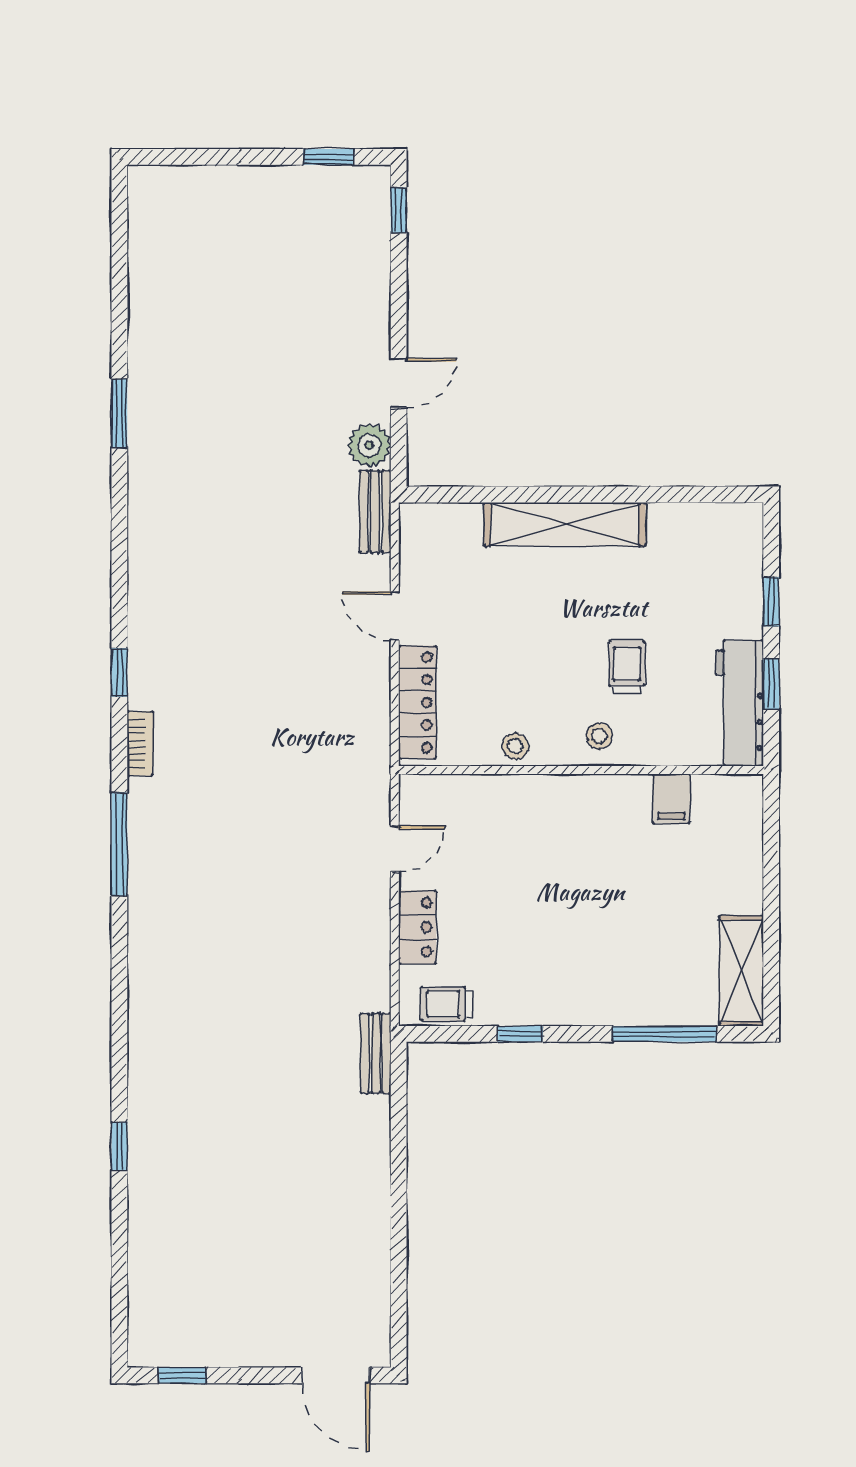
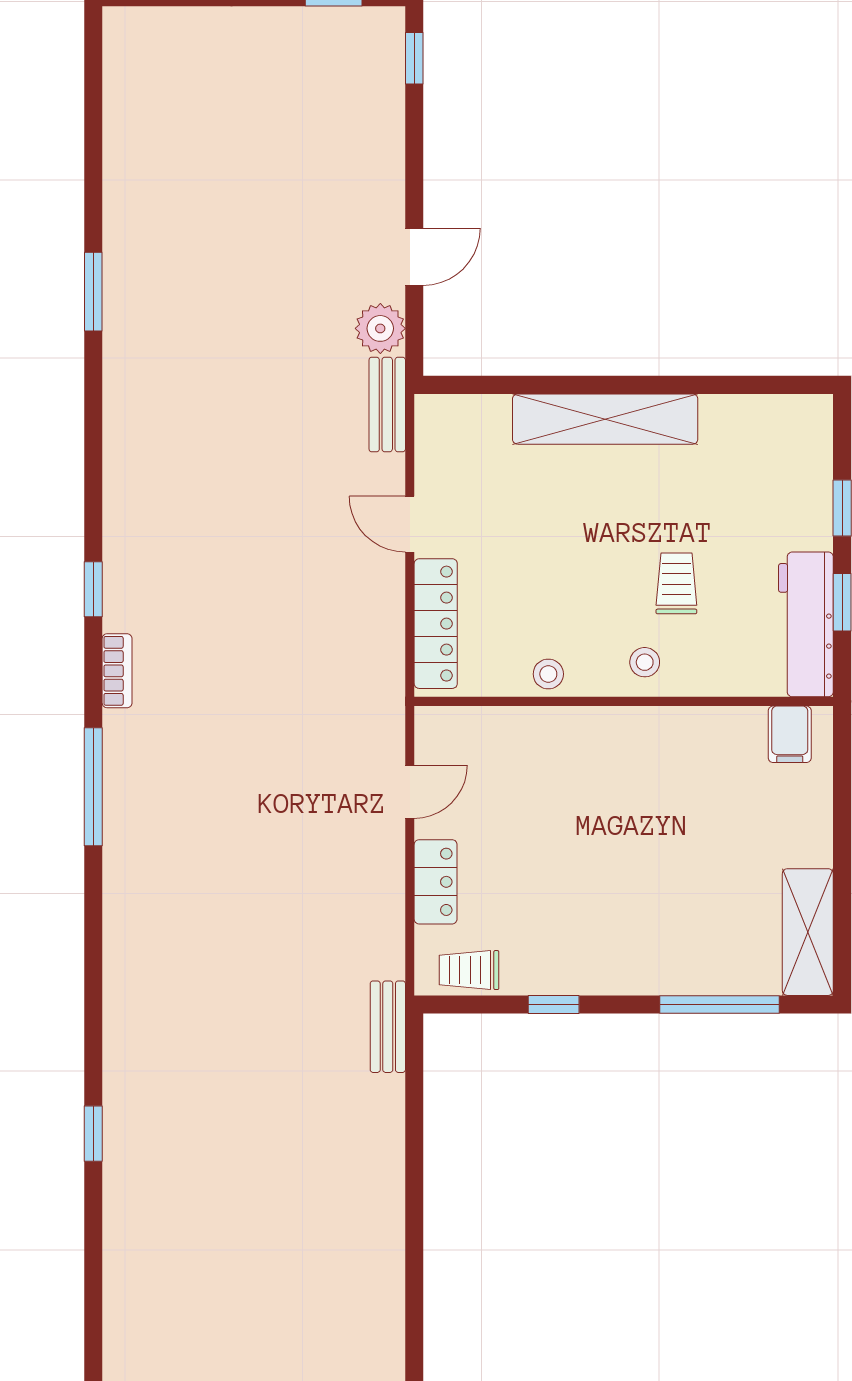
filing cabinet: (671, 799) -> (790, 734), moved

